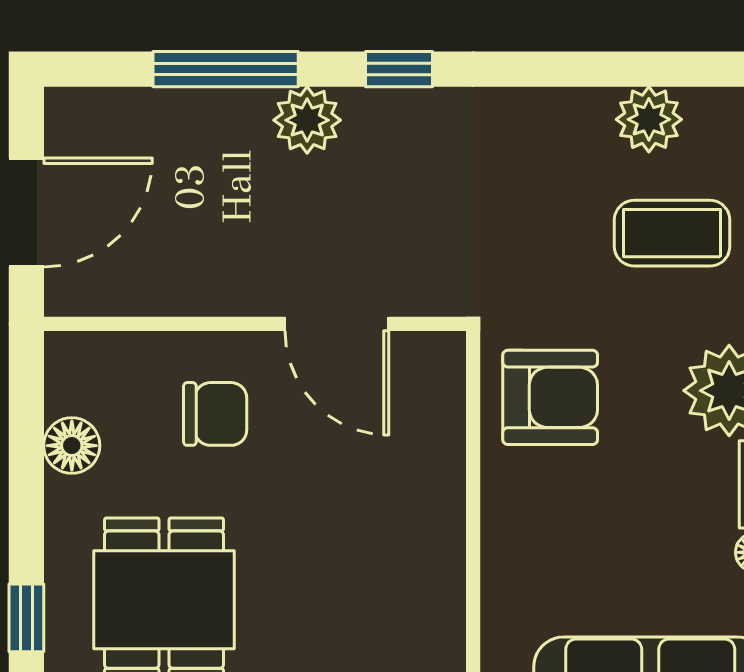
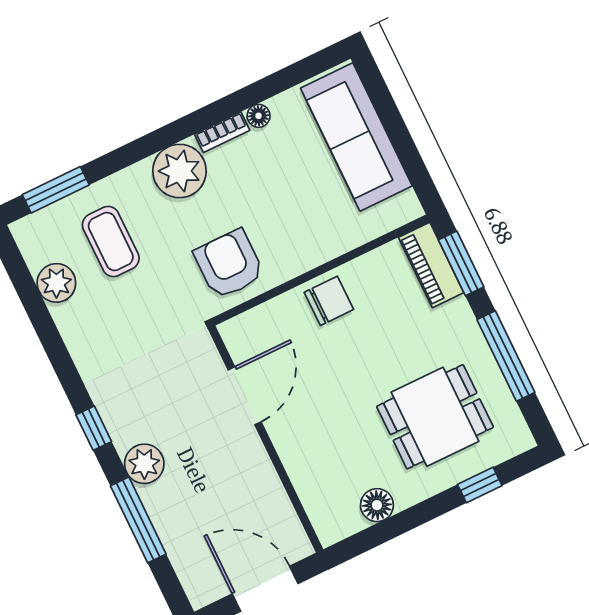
chair: (215, 414) -> (329, 301), moved, turned 90

